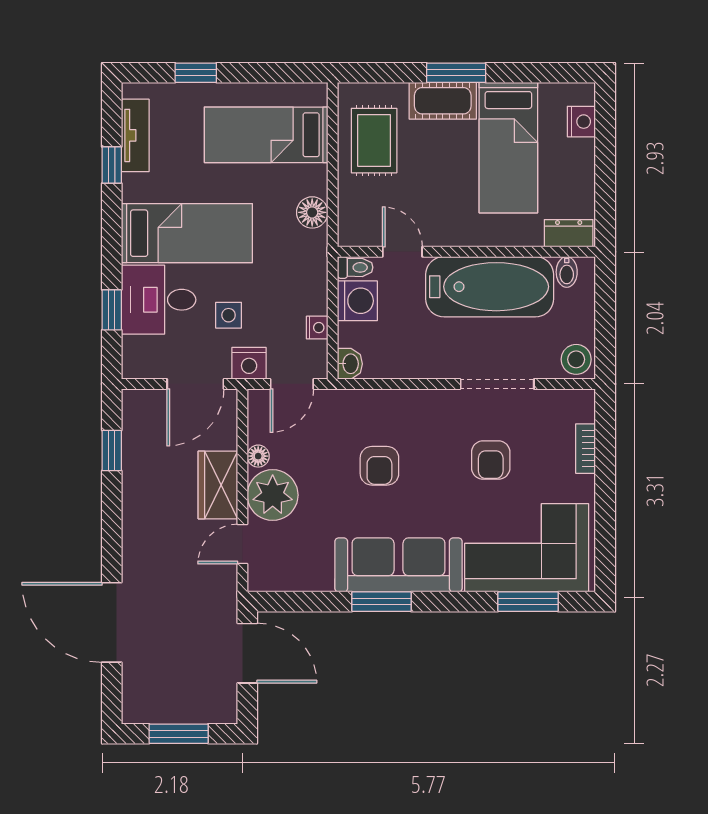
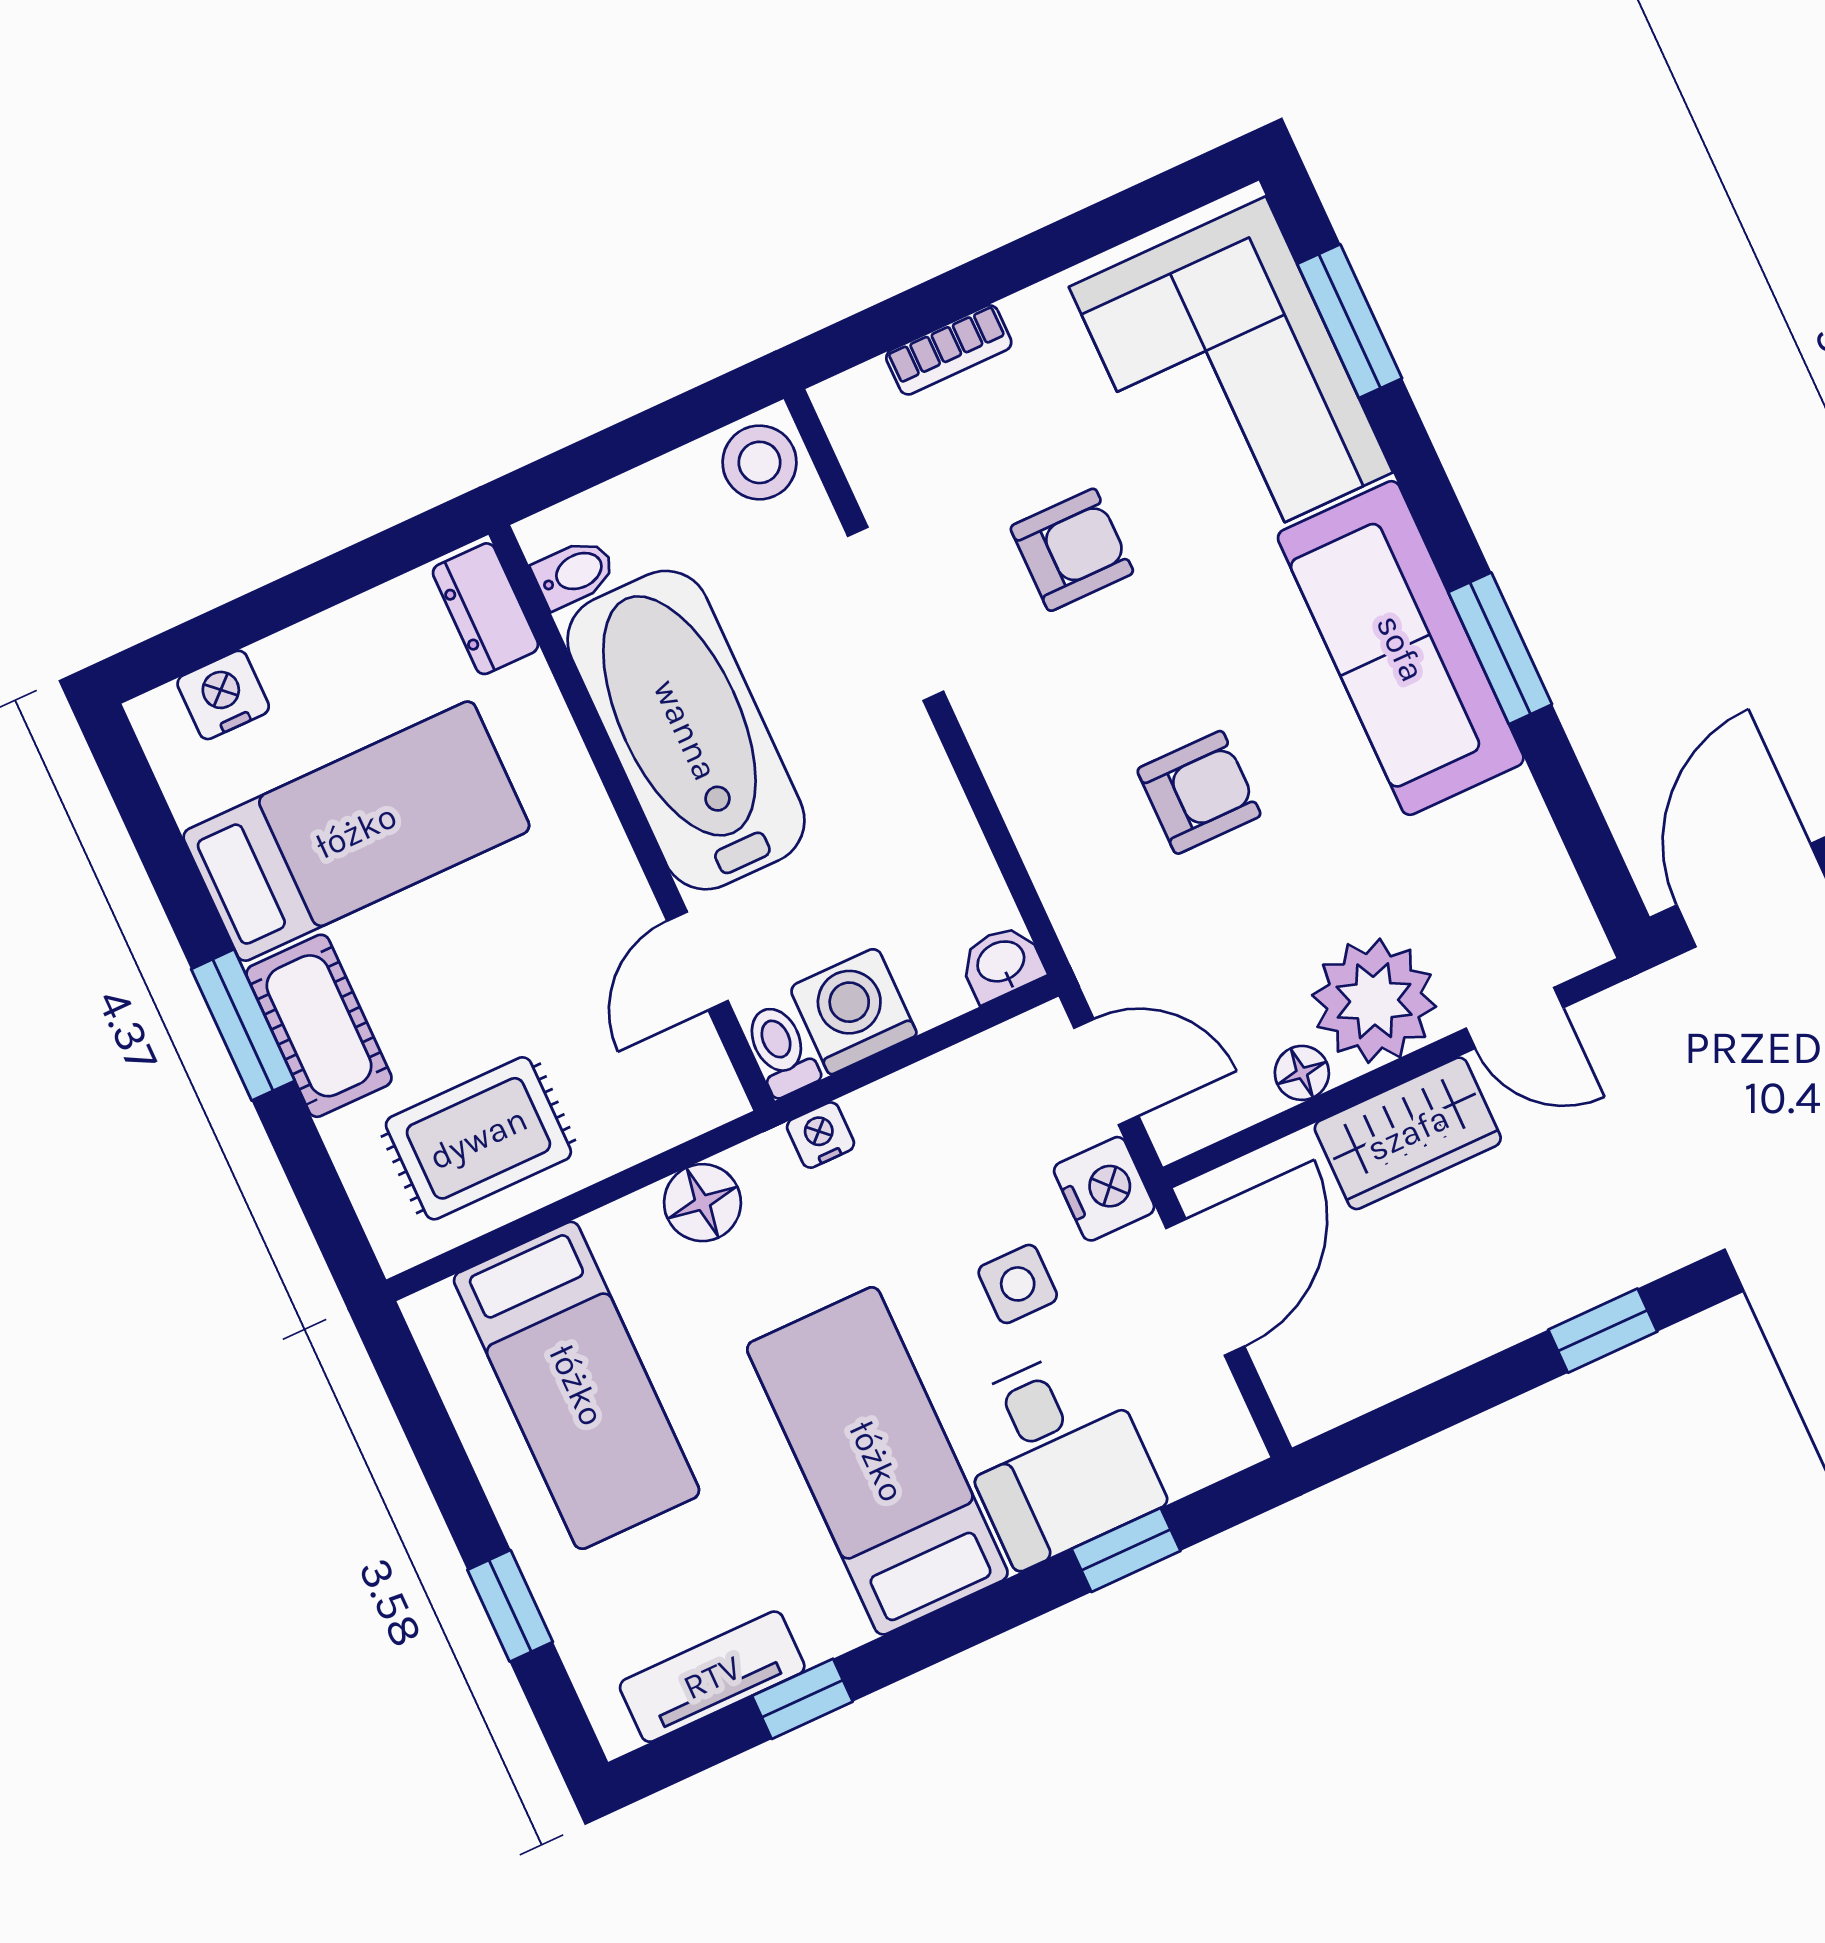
nightstand: (317, 328) -> (821, 1135), moved
door: (195, 384) -> (1205, 1287), hinge flipped
window: (112, 451) -> (1603, 1331), moved

